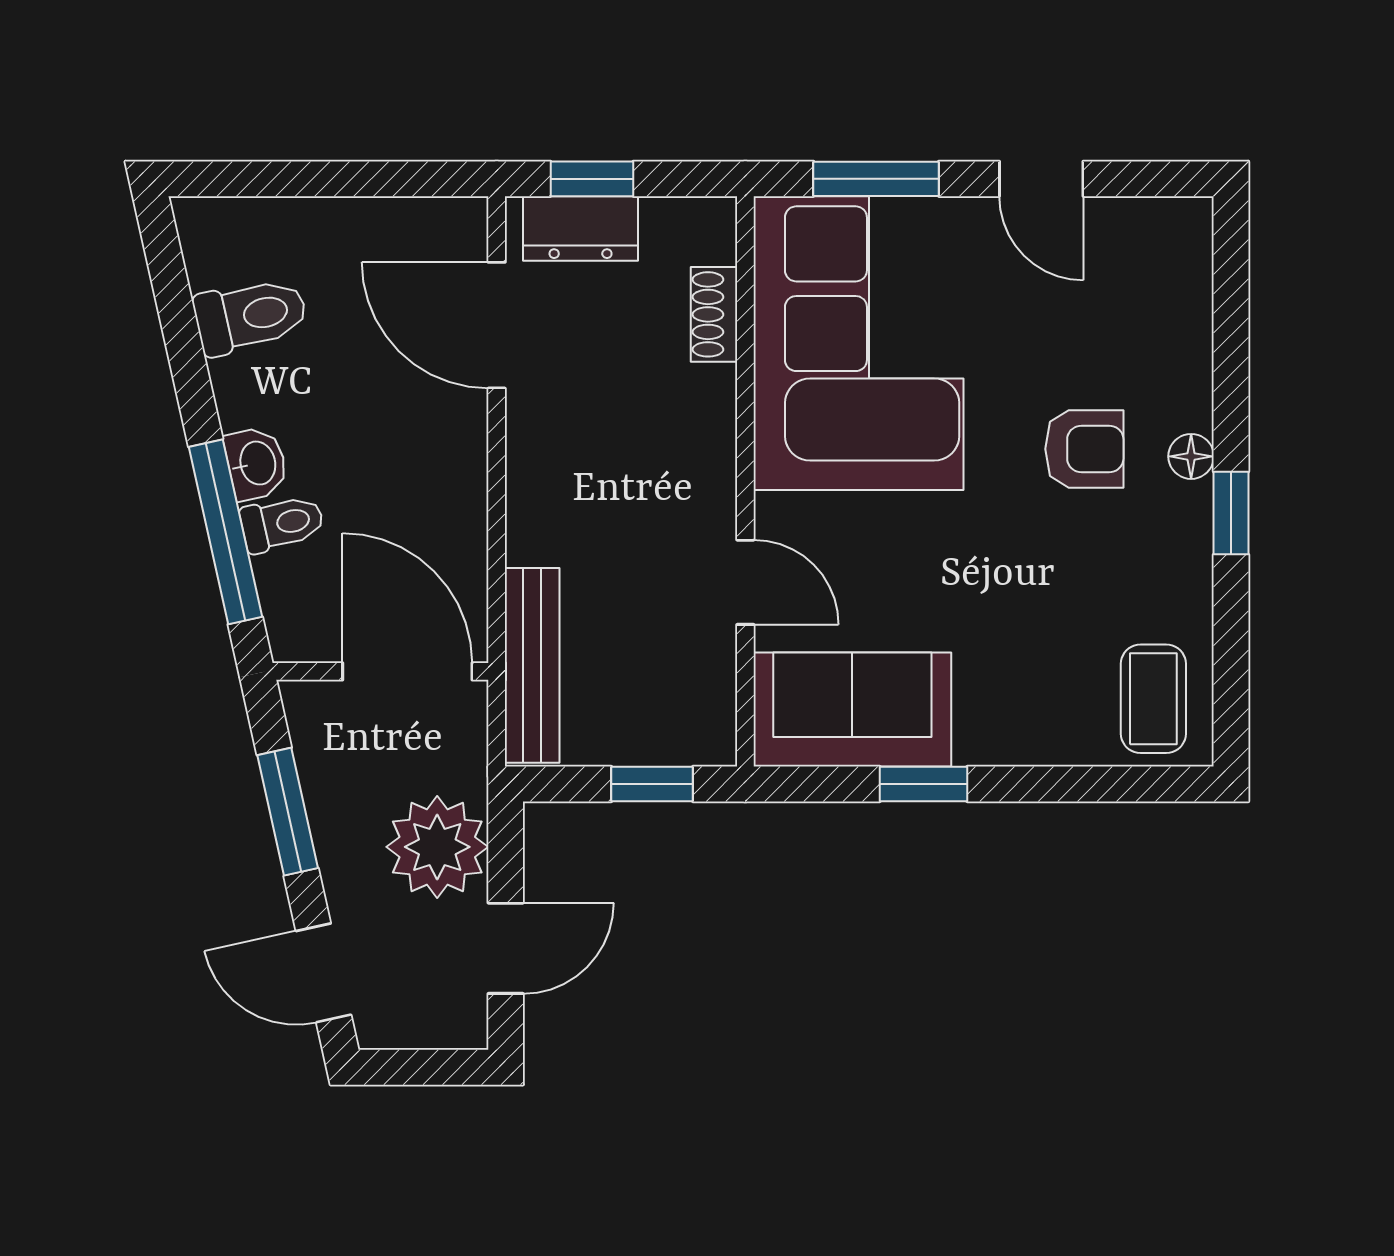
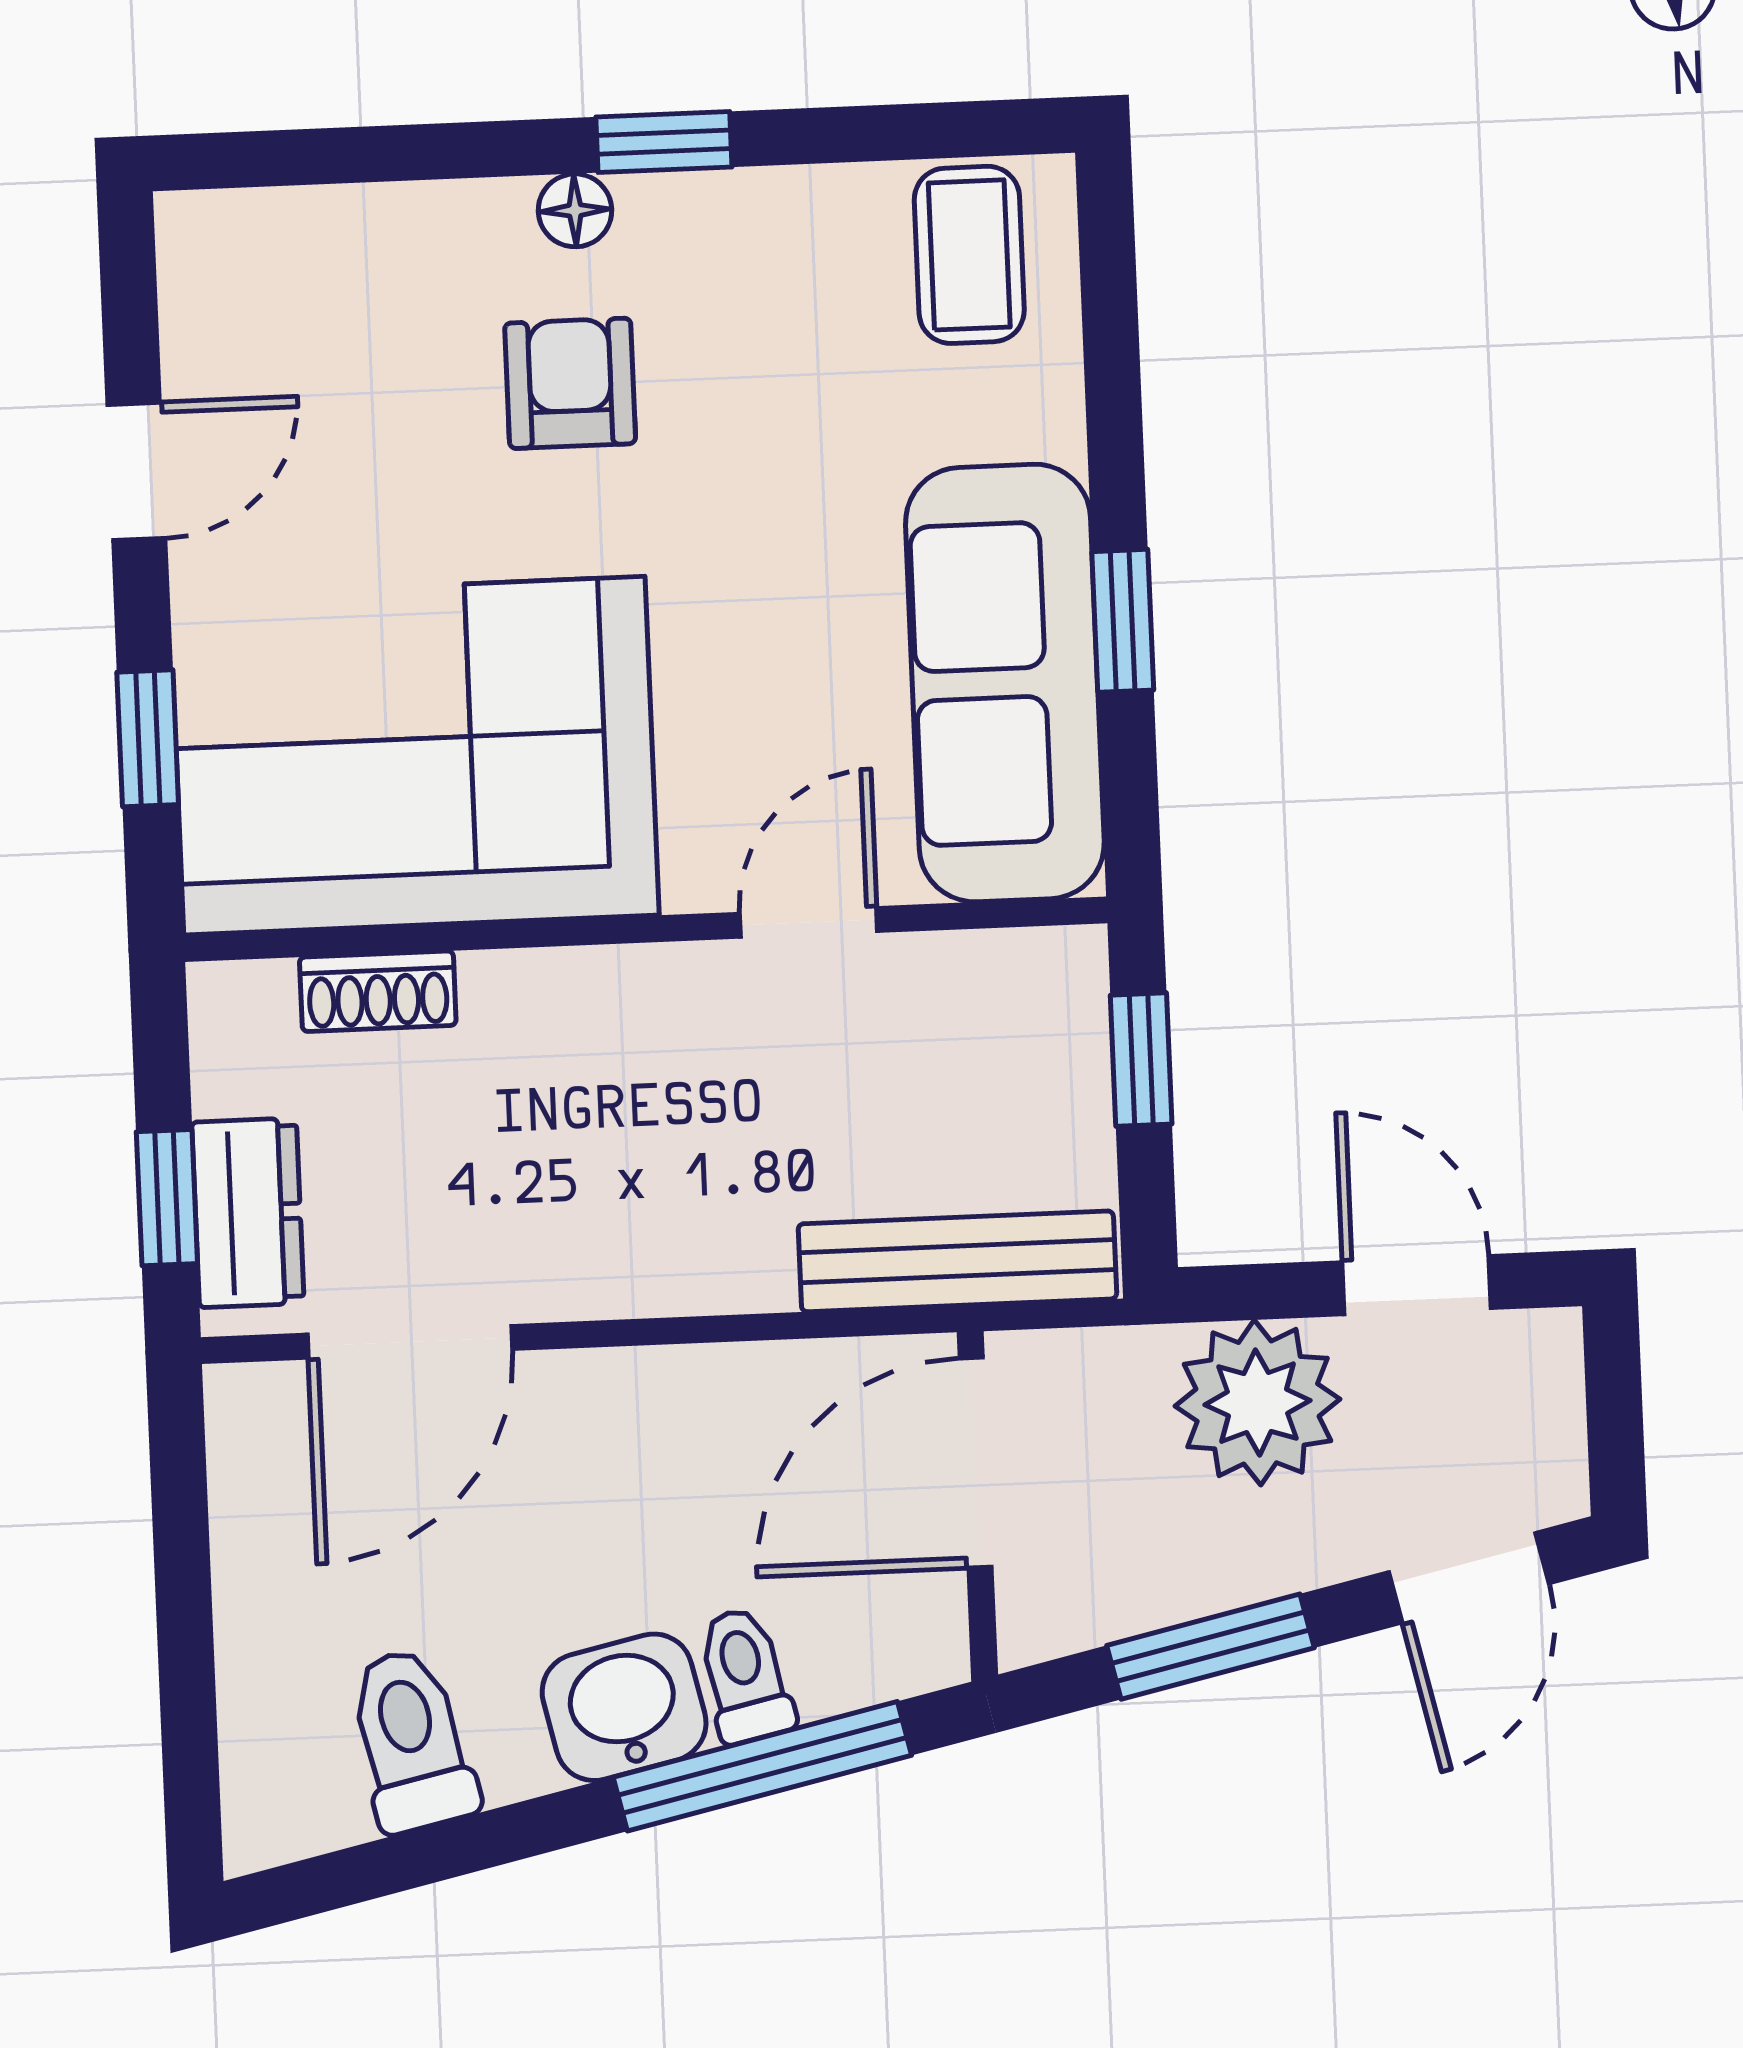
window: (876, 179) -> (148, 738), width x0.67
washbasin: (256, 463) -> (624, 1707), width x1.38, depth x1.45
coffee table: (1153, 699) -> (969, 255), turned 90
sofa: (852, 710) -> (1005, 683), width x1.36

